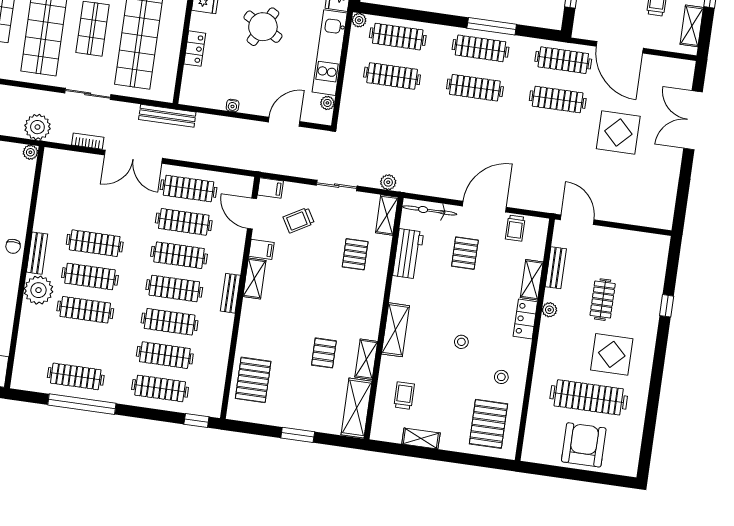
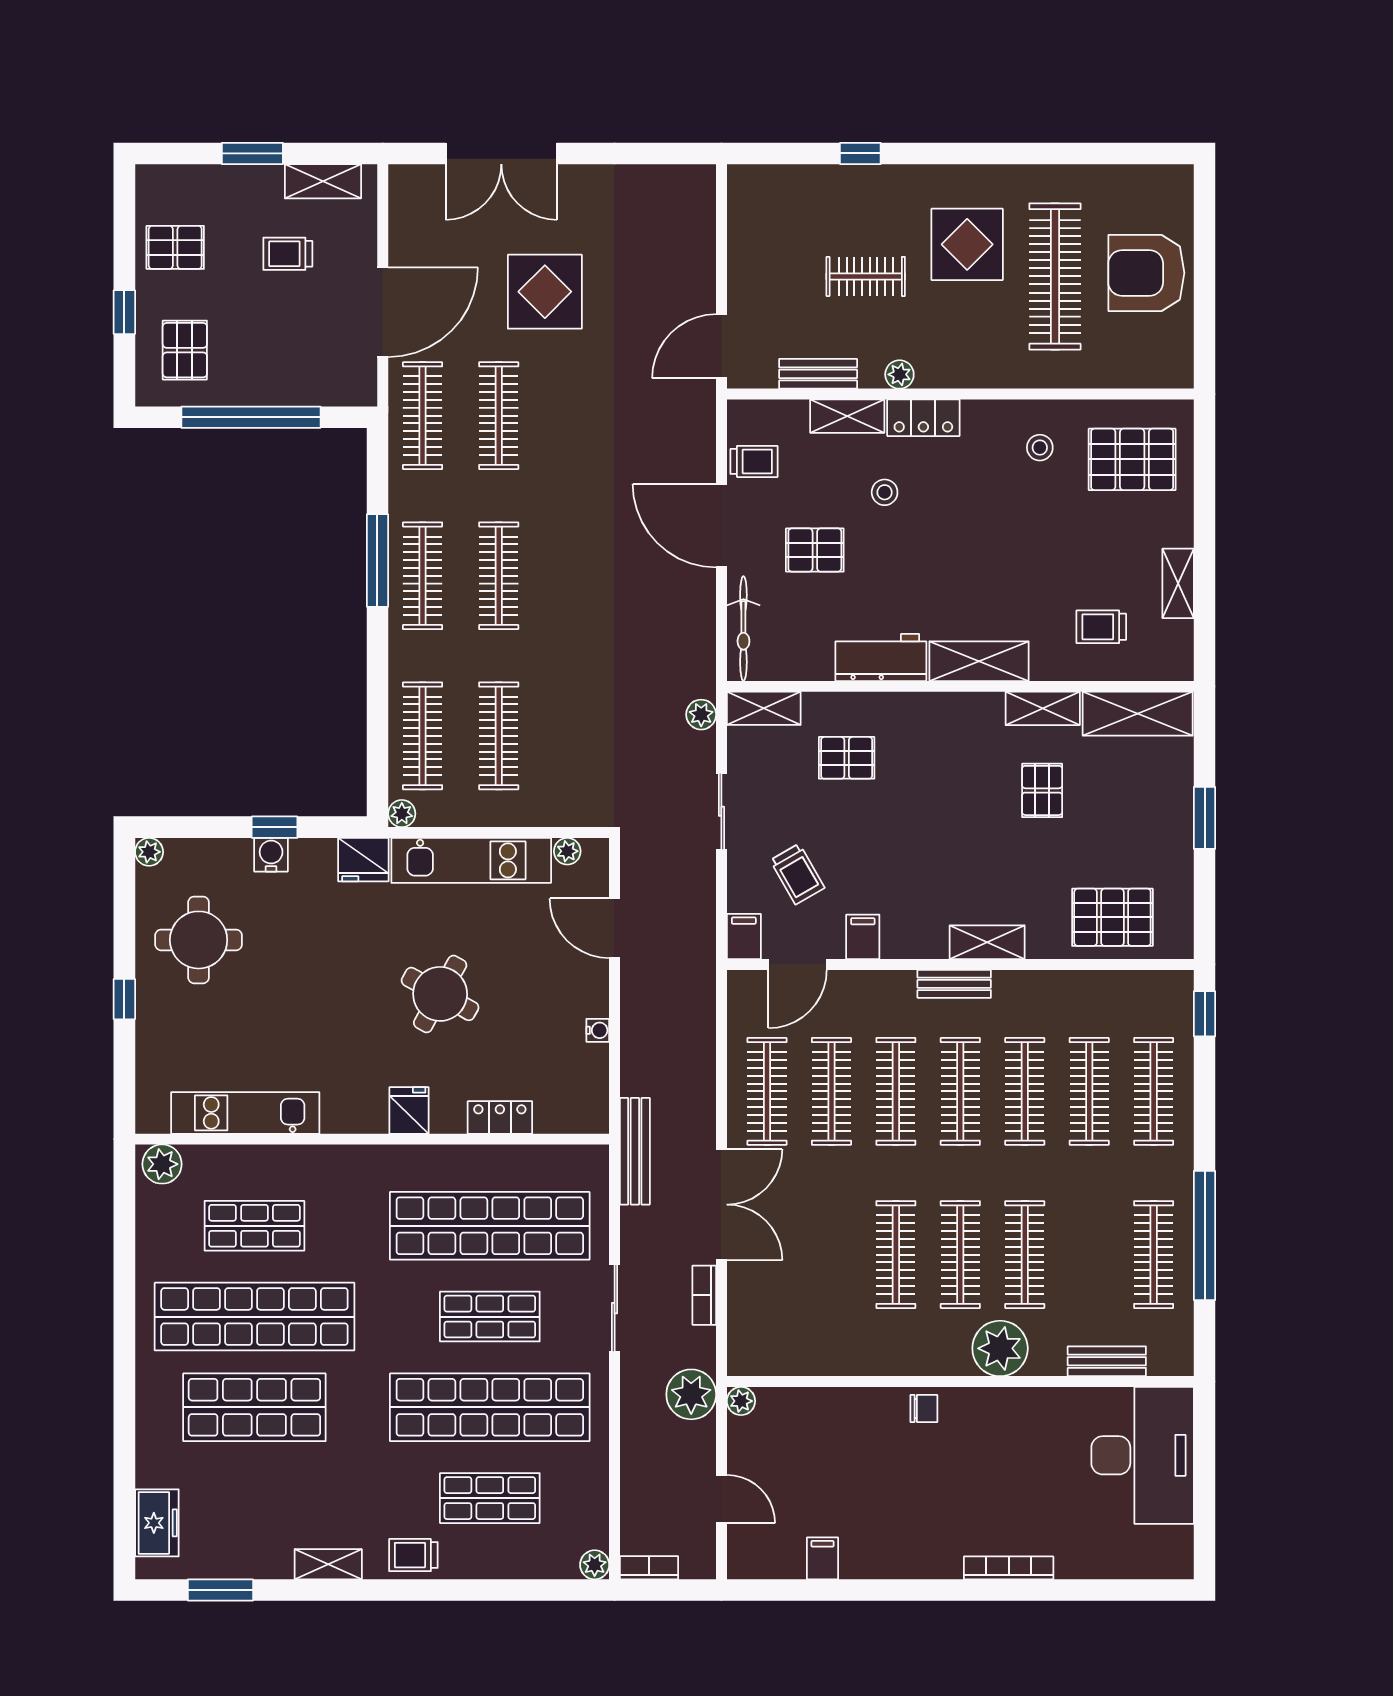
bench: (37, 253) -> (1107, 1361), moved
workbench: (408, 254) -> (881, 657), moved
shelving: (254, 279) -> (987, 942), moved
stool: (461, 342) -> (885, 492), moved
pallet: (324, 353) -> (1042, 790), turned 90

